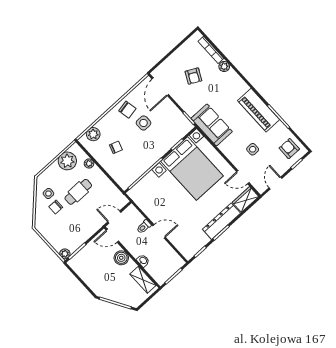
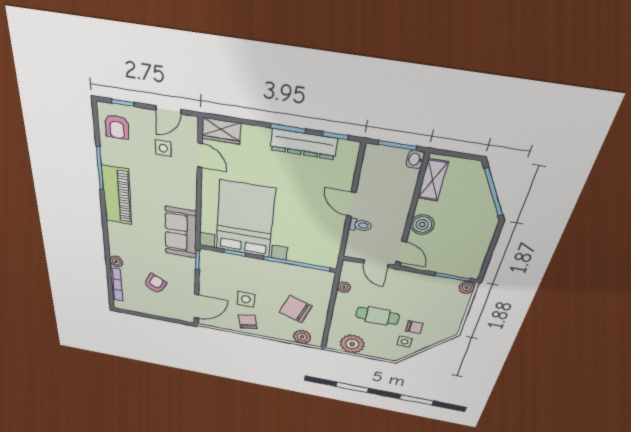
chair: (116, 147) -> (296, 309), width x1.87, depth x1.87
side table: (253, 149) -> (163, 148), moved
plant: (89, 163) -> (344, 287), moved
dresser: (221, 221) -> (304, 144), moved
washbasin: (143, 261) -> (415, 159), moved

